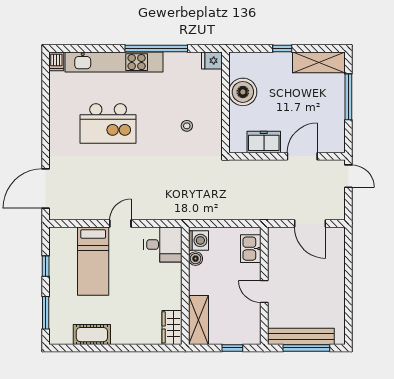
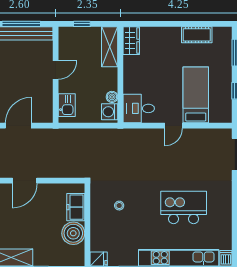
freezer: (264, 142) -> (76, 207), moved, turned 90
door: (310, 223) -> (18, 126), hinge flipped
door: (264, 292) -> (56, 70), hinge flipped

